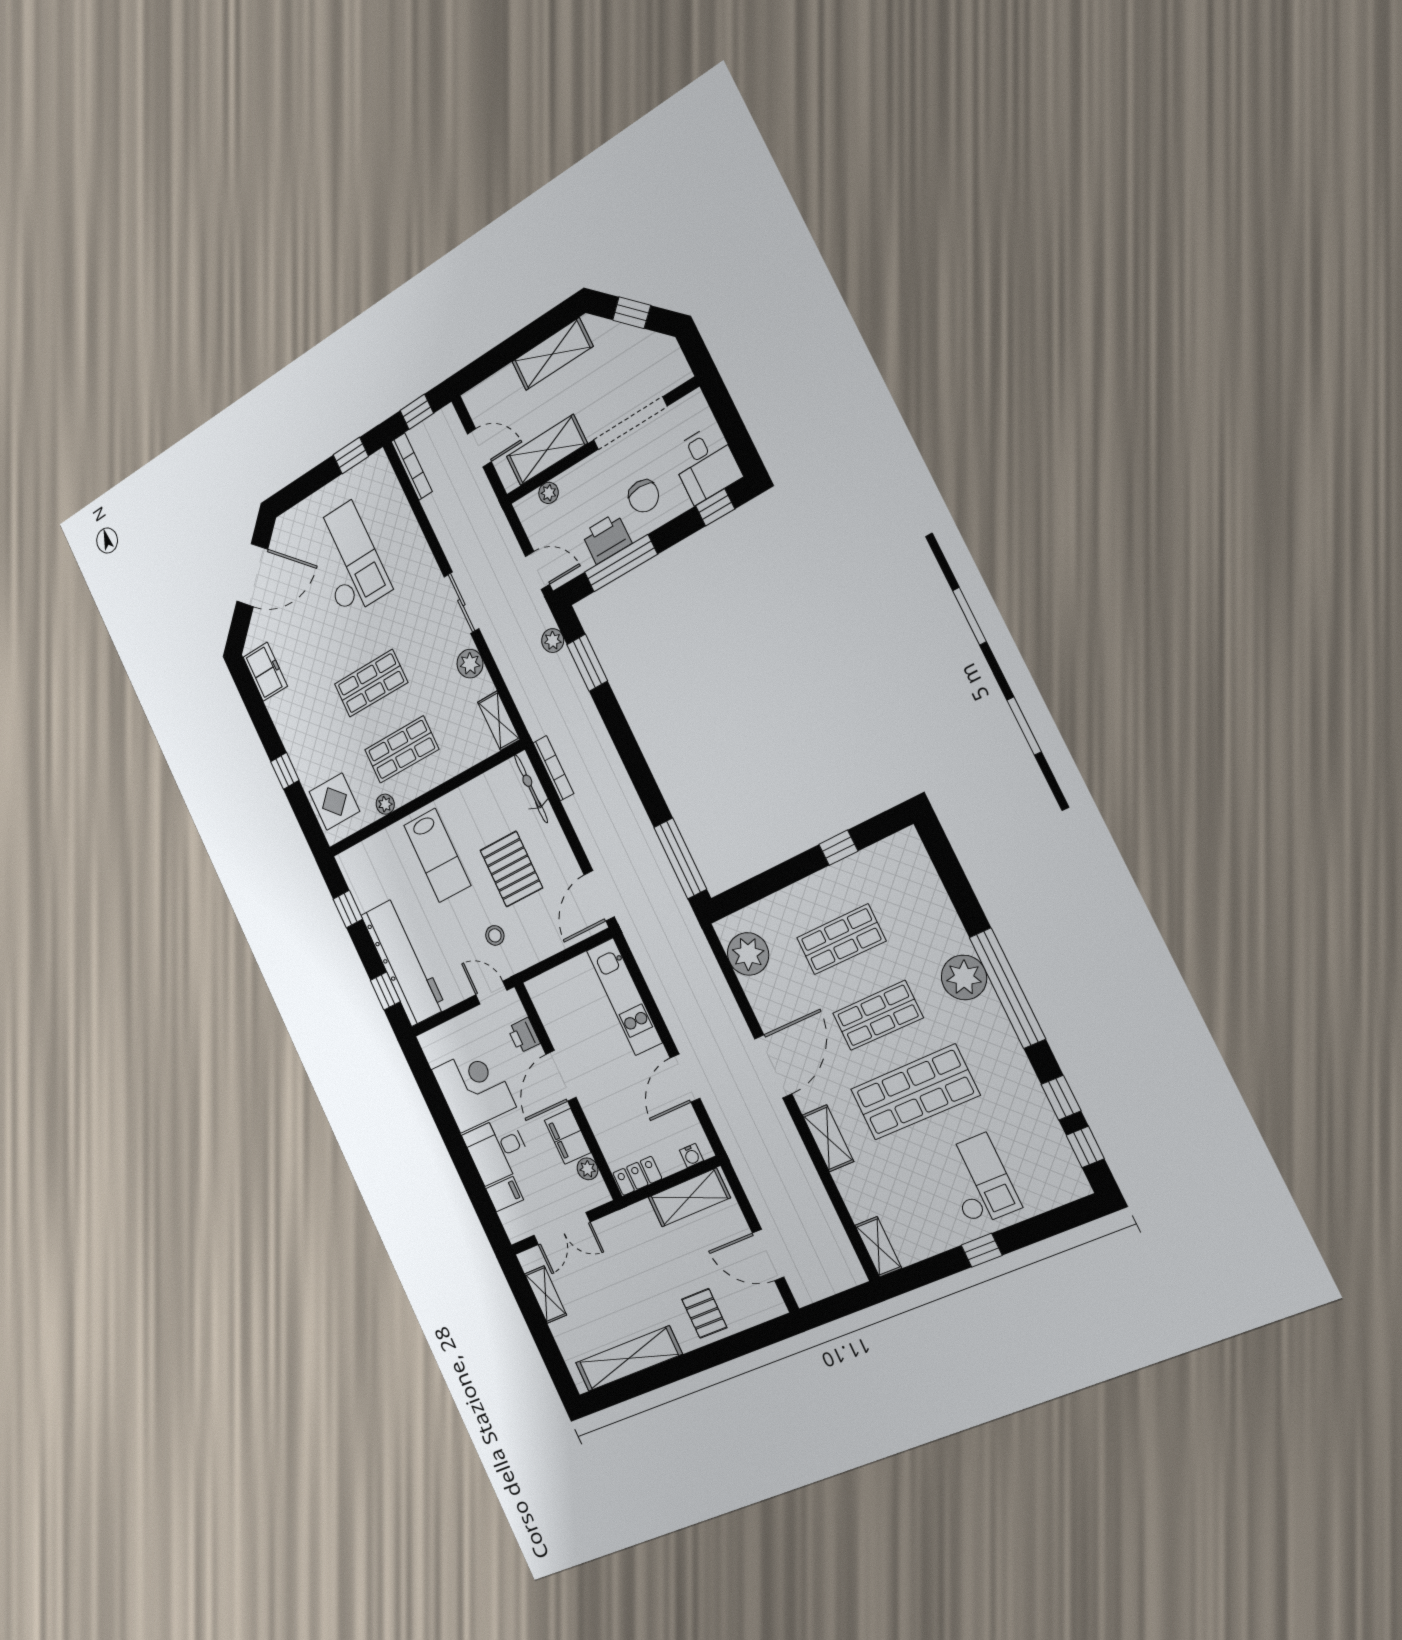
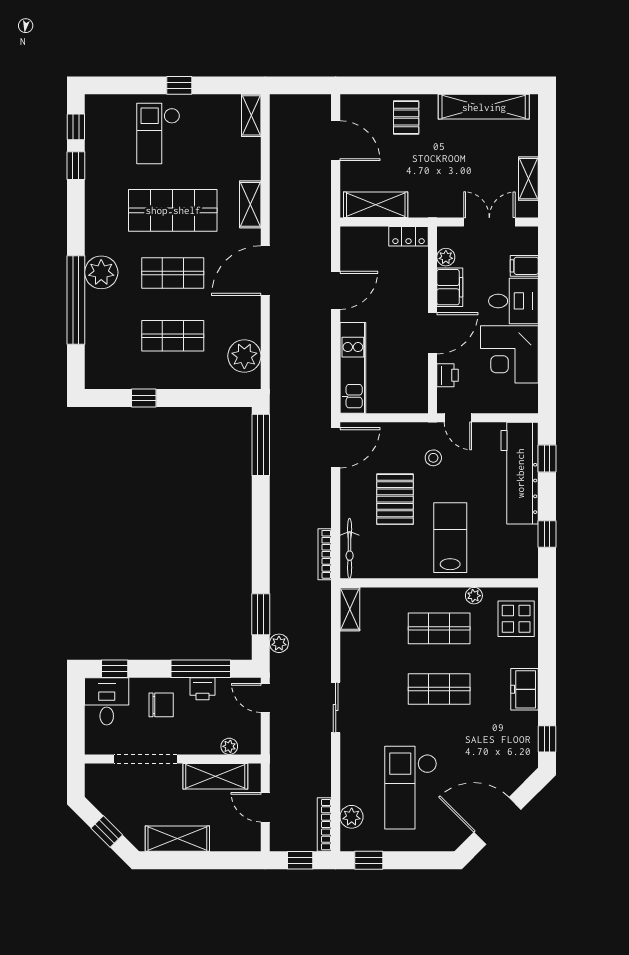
chair: (644, 496) -> (161, 705), turned 90
printer: (607, 538) -> (202, 689), width x0.73, depth x0.81
plant: (470, 664) -> (352, 817), moved
freezer: (265, 672) -> (525, 689), moved
window: (285, 771) -> (547, 739), moved
window: (1007, 988) -> (76, 300), moved
water cooler: (691, 1155) -> (359, 234), removed

